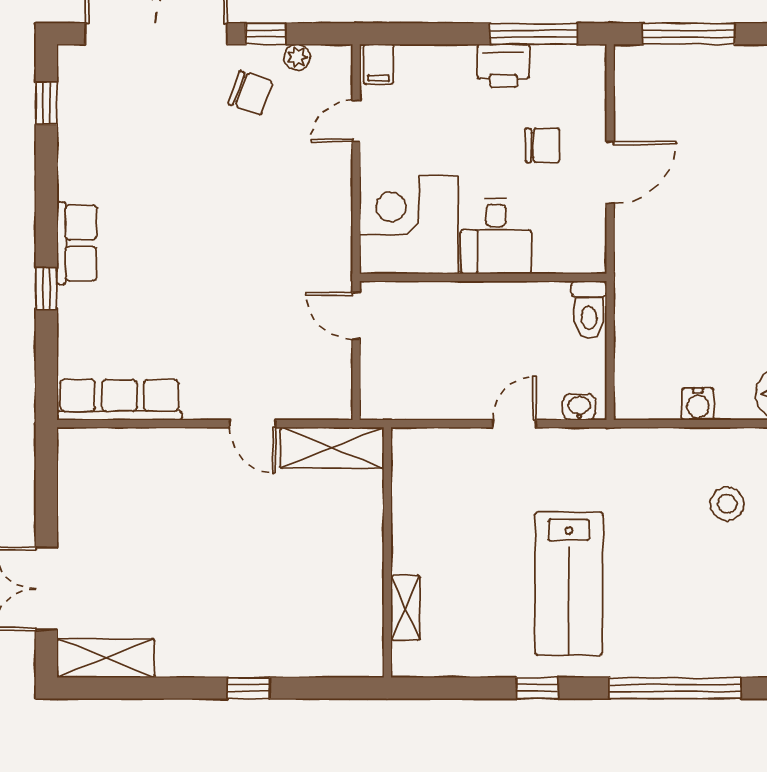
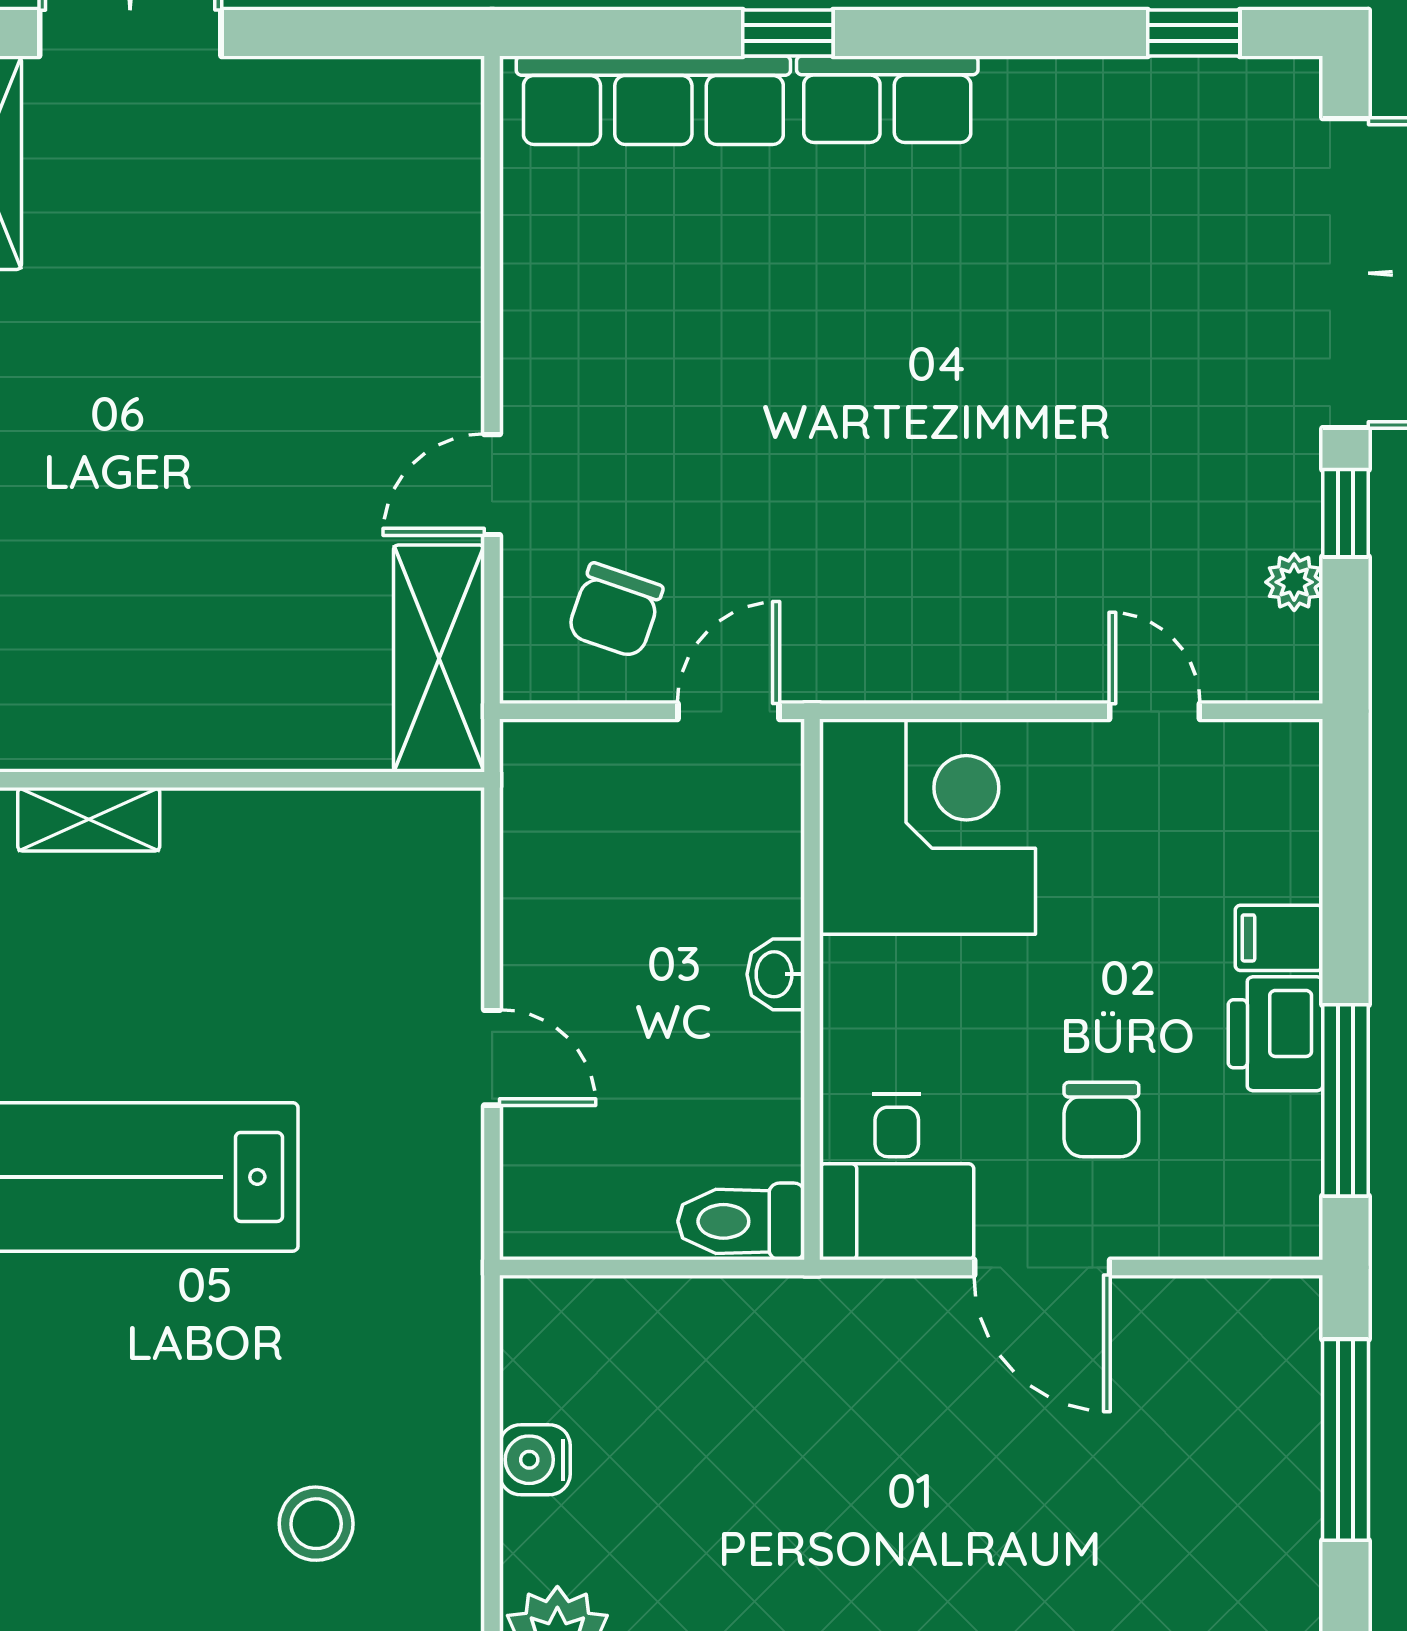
filing cabinet: (379, 64) -> (1279, 938), moved
chair: (250, 93) -> (615, 610), moved
desk: (496, 236) -> (897, 1177), moved, turned -90
row of seats: (119, 400) -> (653, 100), moved, turned 90
washbasin: (579, 407) -> (776, 974), moved, turned 180

